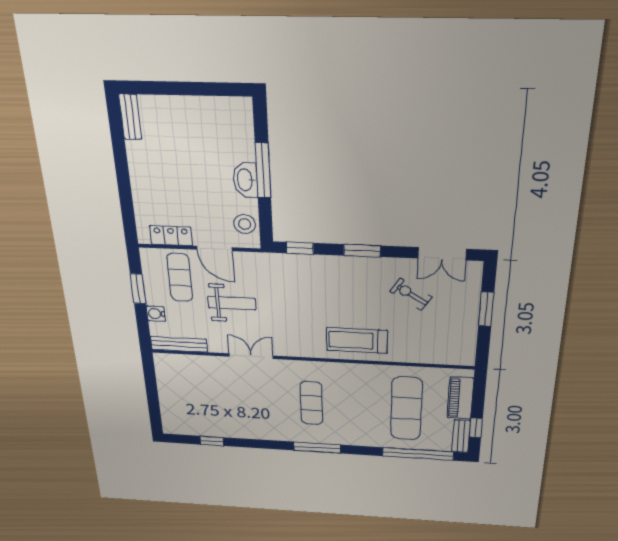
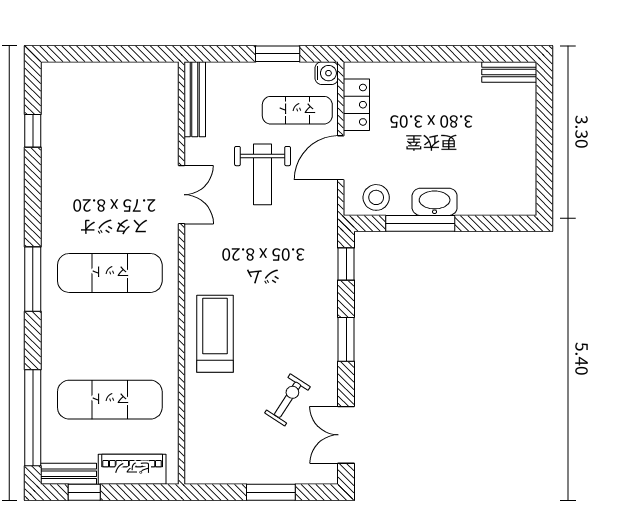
window: (263, 171) -> (420, 223), moved
water cooler: (156, 314) -> (327, 73), moved, turned 90
exercise mat: (311, 403) -> (110, 273), width x1.36, depth x1.45

